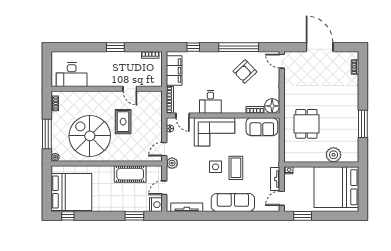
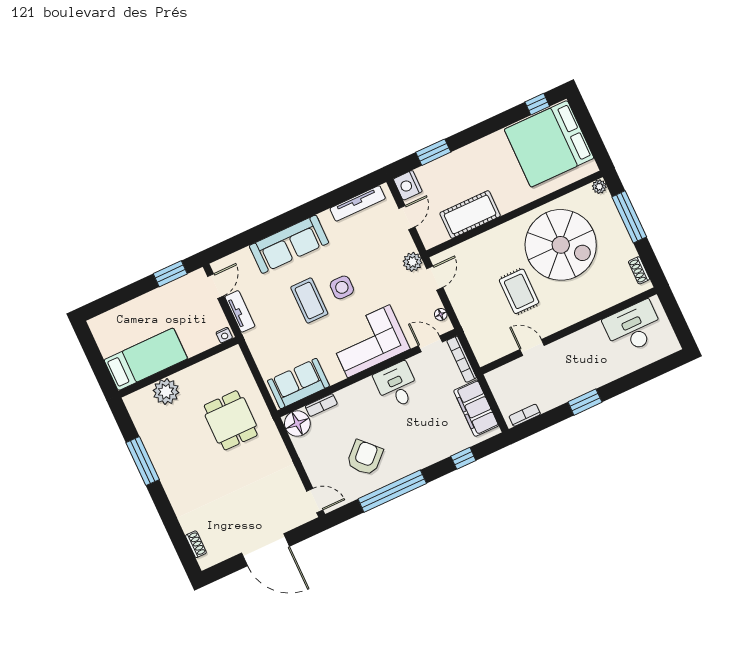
bed: (336, 187) -> (146, 359), width x0.49

